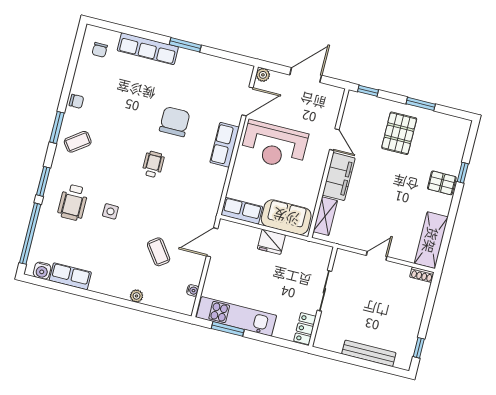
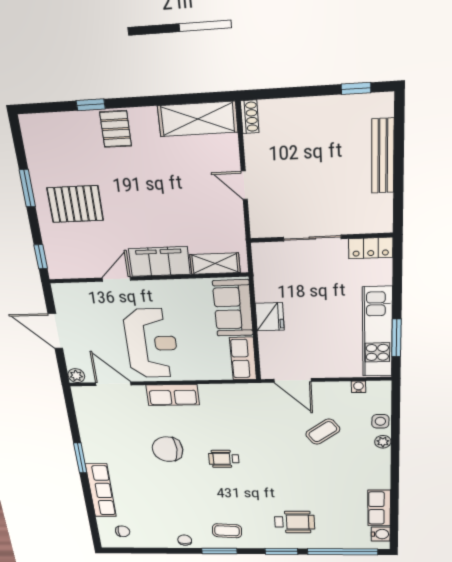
coffee table: (78, 142) -> (227, 531), turned -50
side table: (110, 211) -> (380, 421), moved

